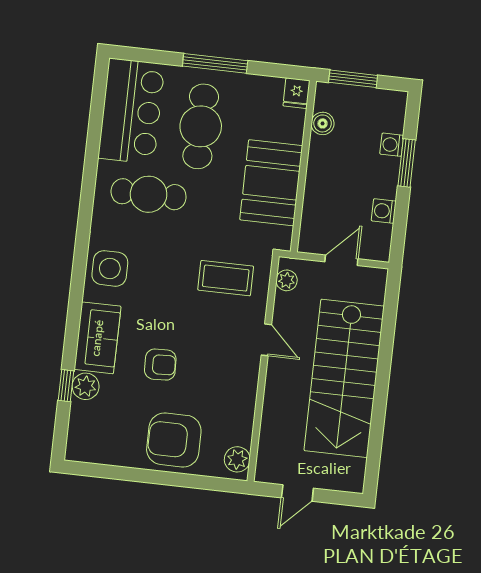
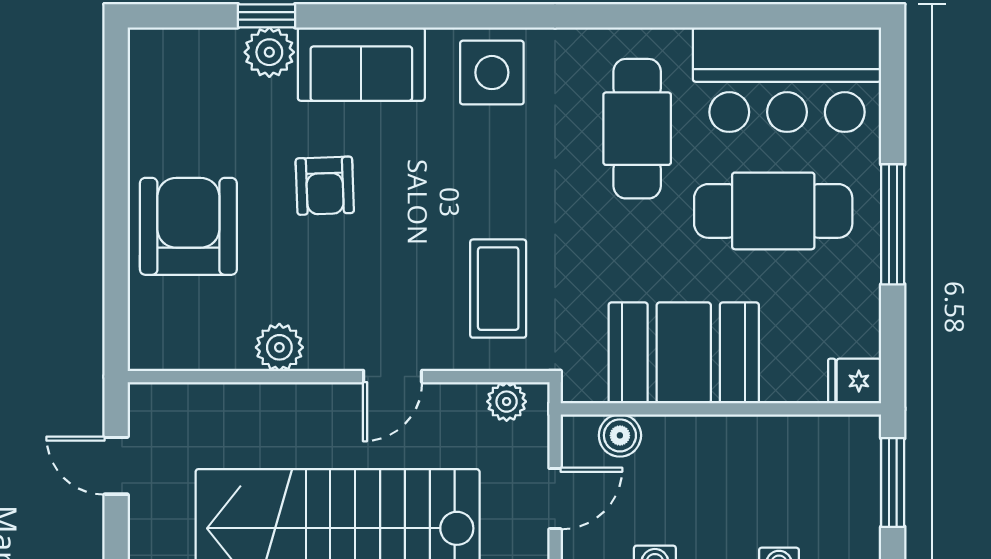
boiler: (323, 123) -> (620, 435), moved
door: (341, 260) -> (555, 499), hinge flipped
plant: (237, 459) -> (279, 347), moved

